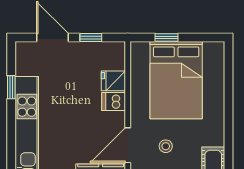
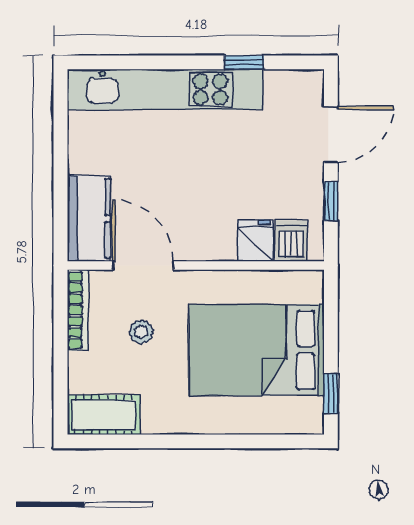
window: (167, 38) -> (331, 393), moved
dishwasher: (114, 101) -> (291, 241), moved

